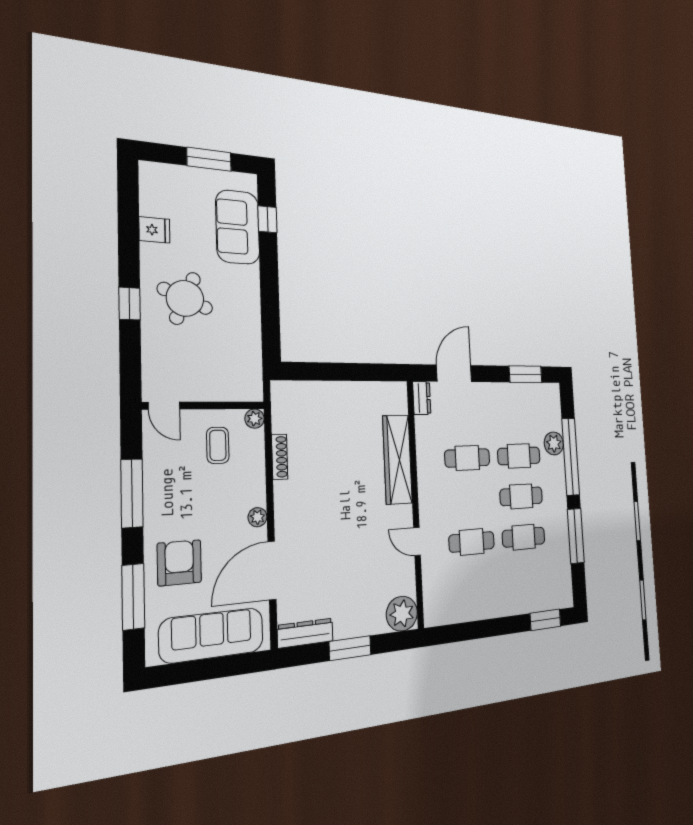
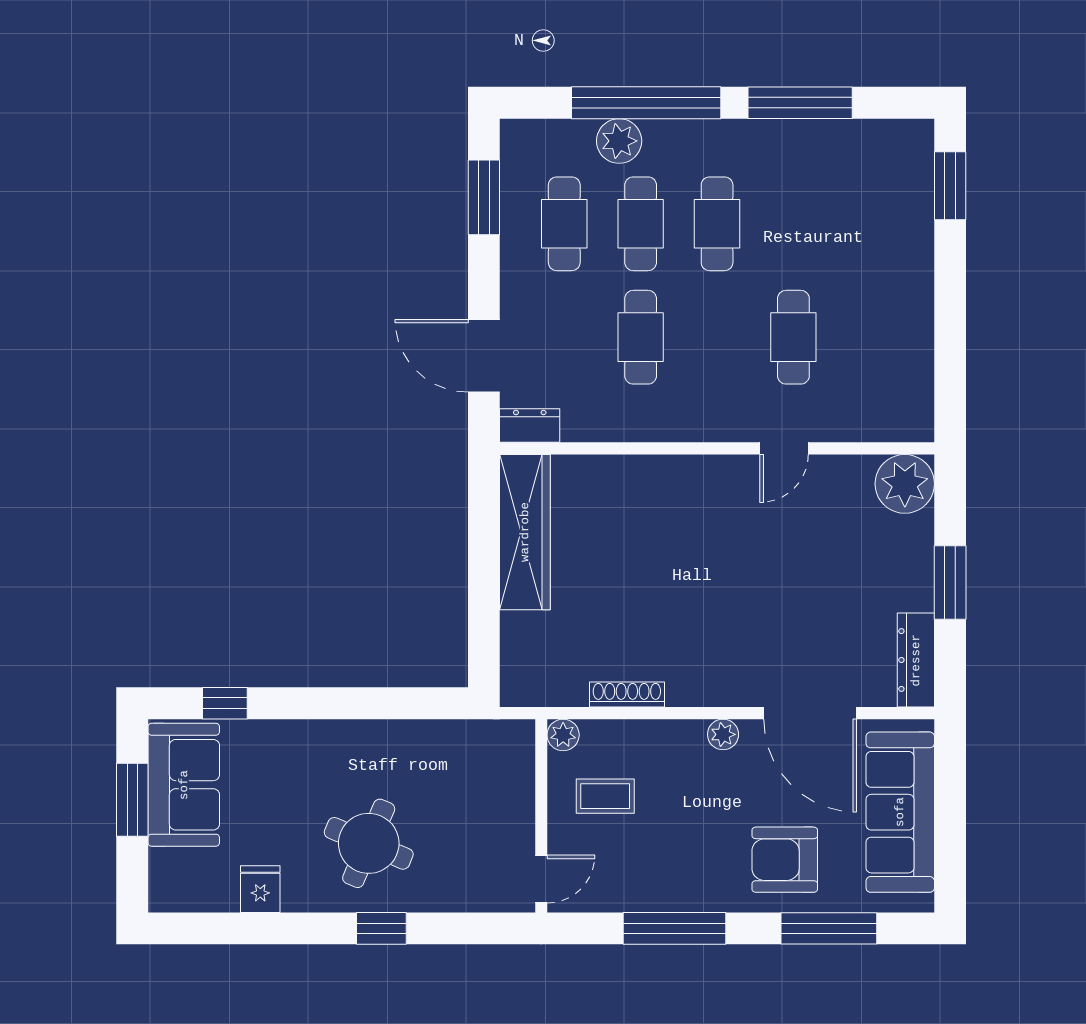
sofa: (238, 227) -> (184, 785), moved, turned -90
wardrobe: (397, 459) -> (525, 532), moved, turned -90
cafe table: (524, 537) -> (564, 224), moved

